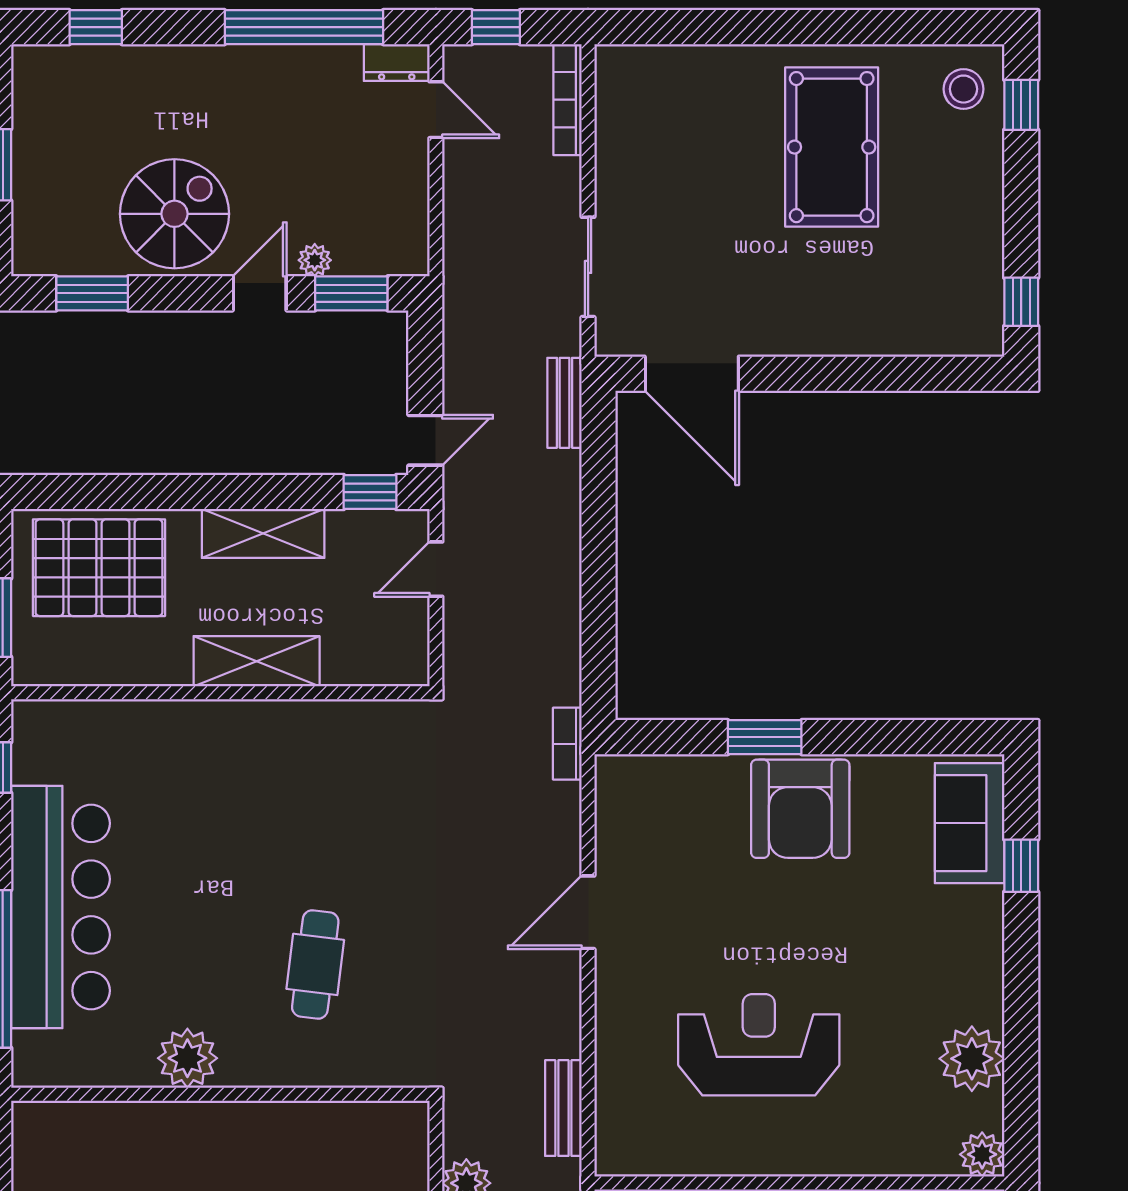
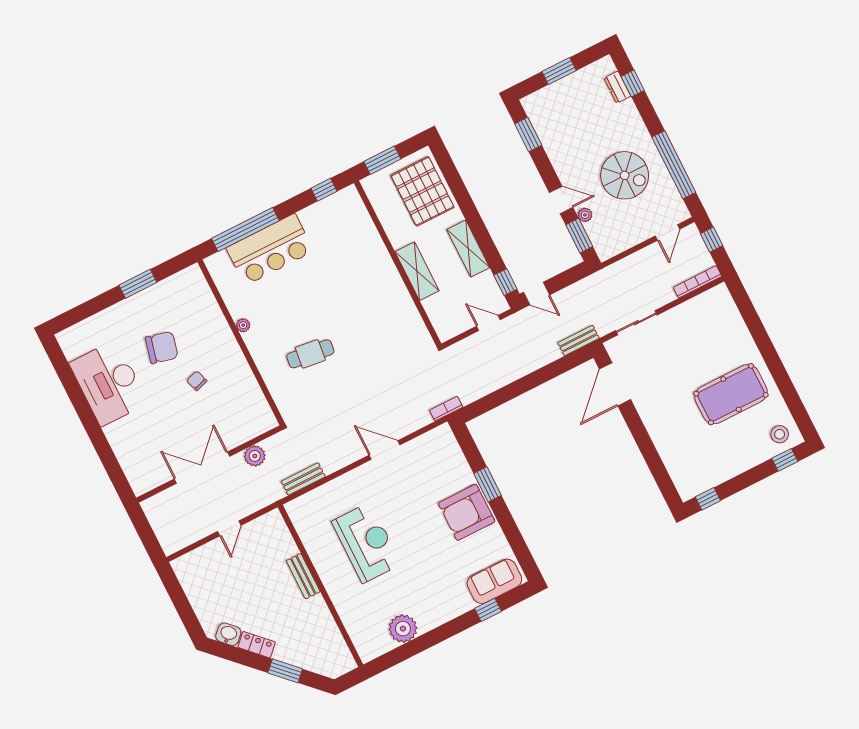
dresser: (397, 62) -> (617, 87), moved
spiral stairs: (174, 214) -> (625, 175), moved
bar counter: (60, 907) -> (270, 250), width x0.73
plant: (187, 1058) -> (243, 325), width x0.53, depth x0.53
plant: (982, 1154) -> (368, 651), removed

